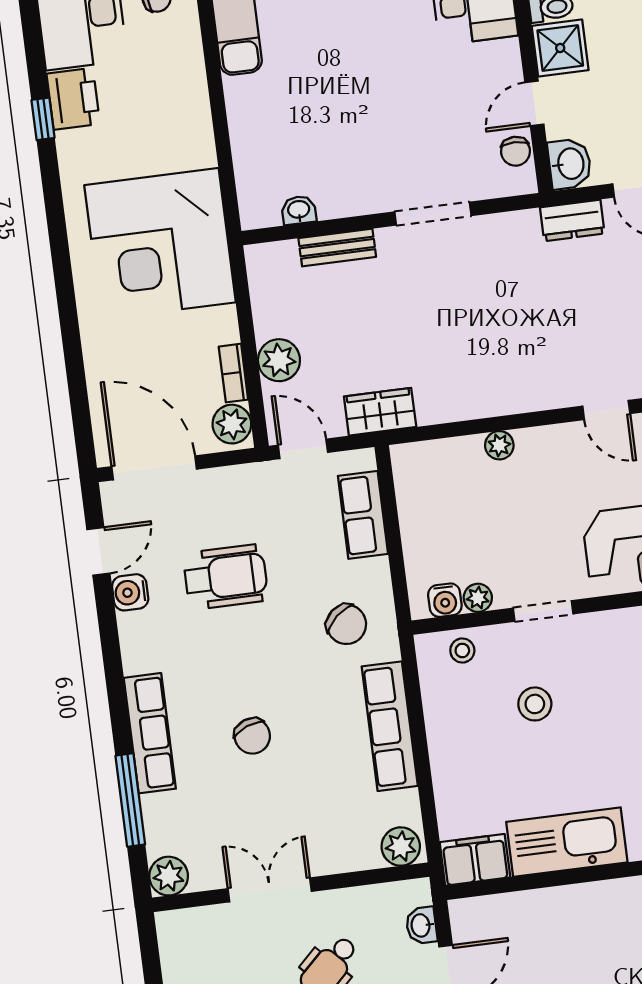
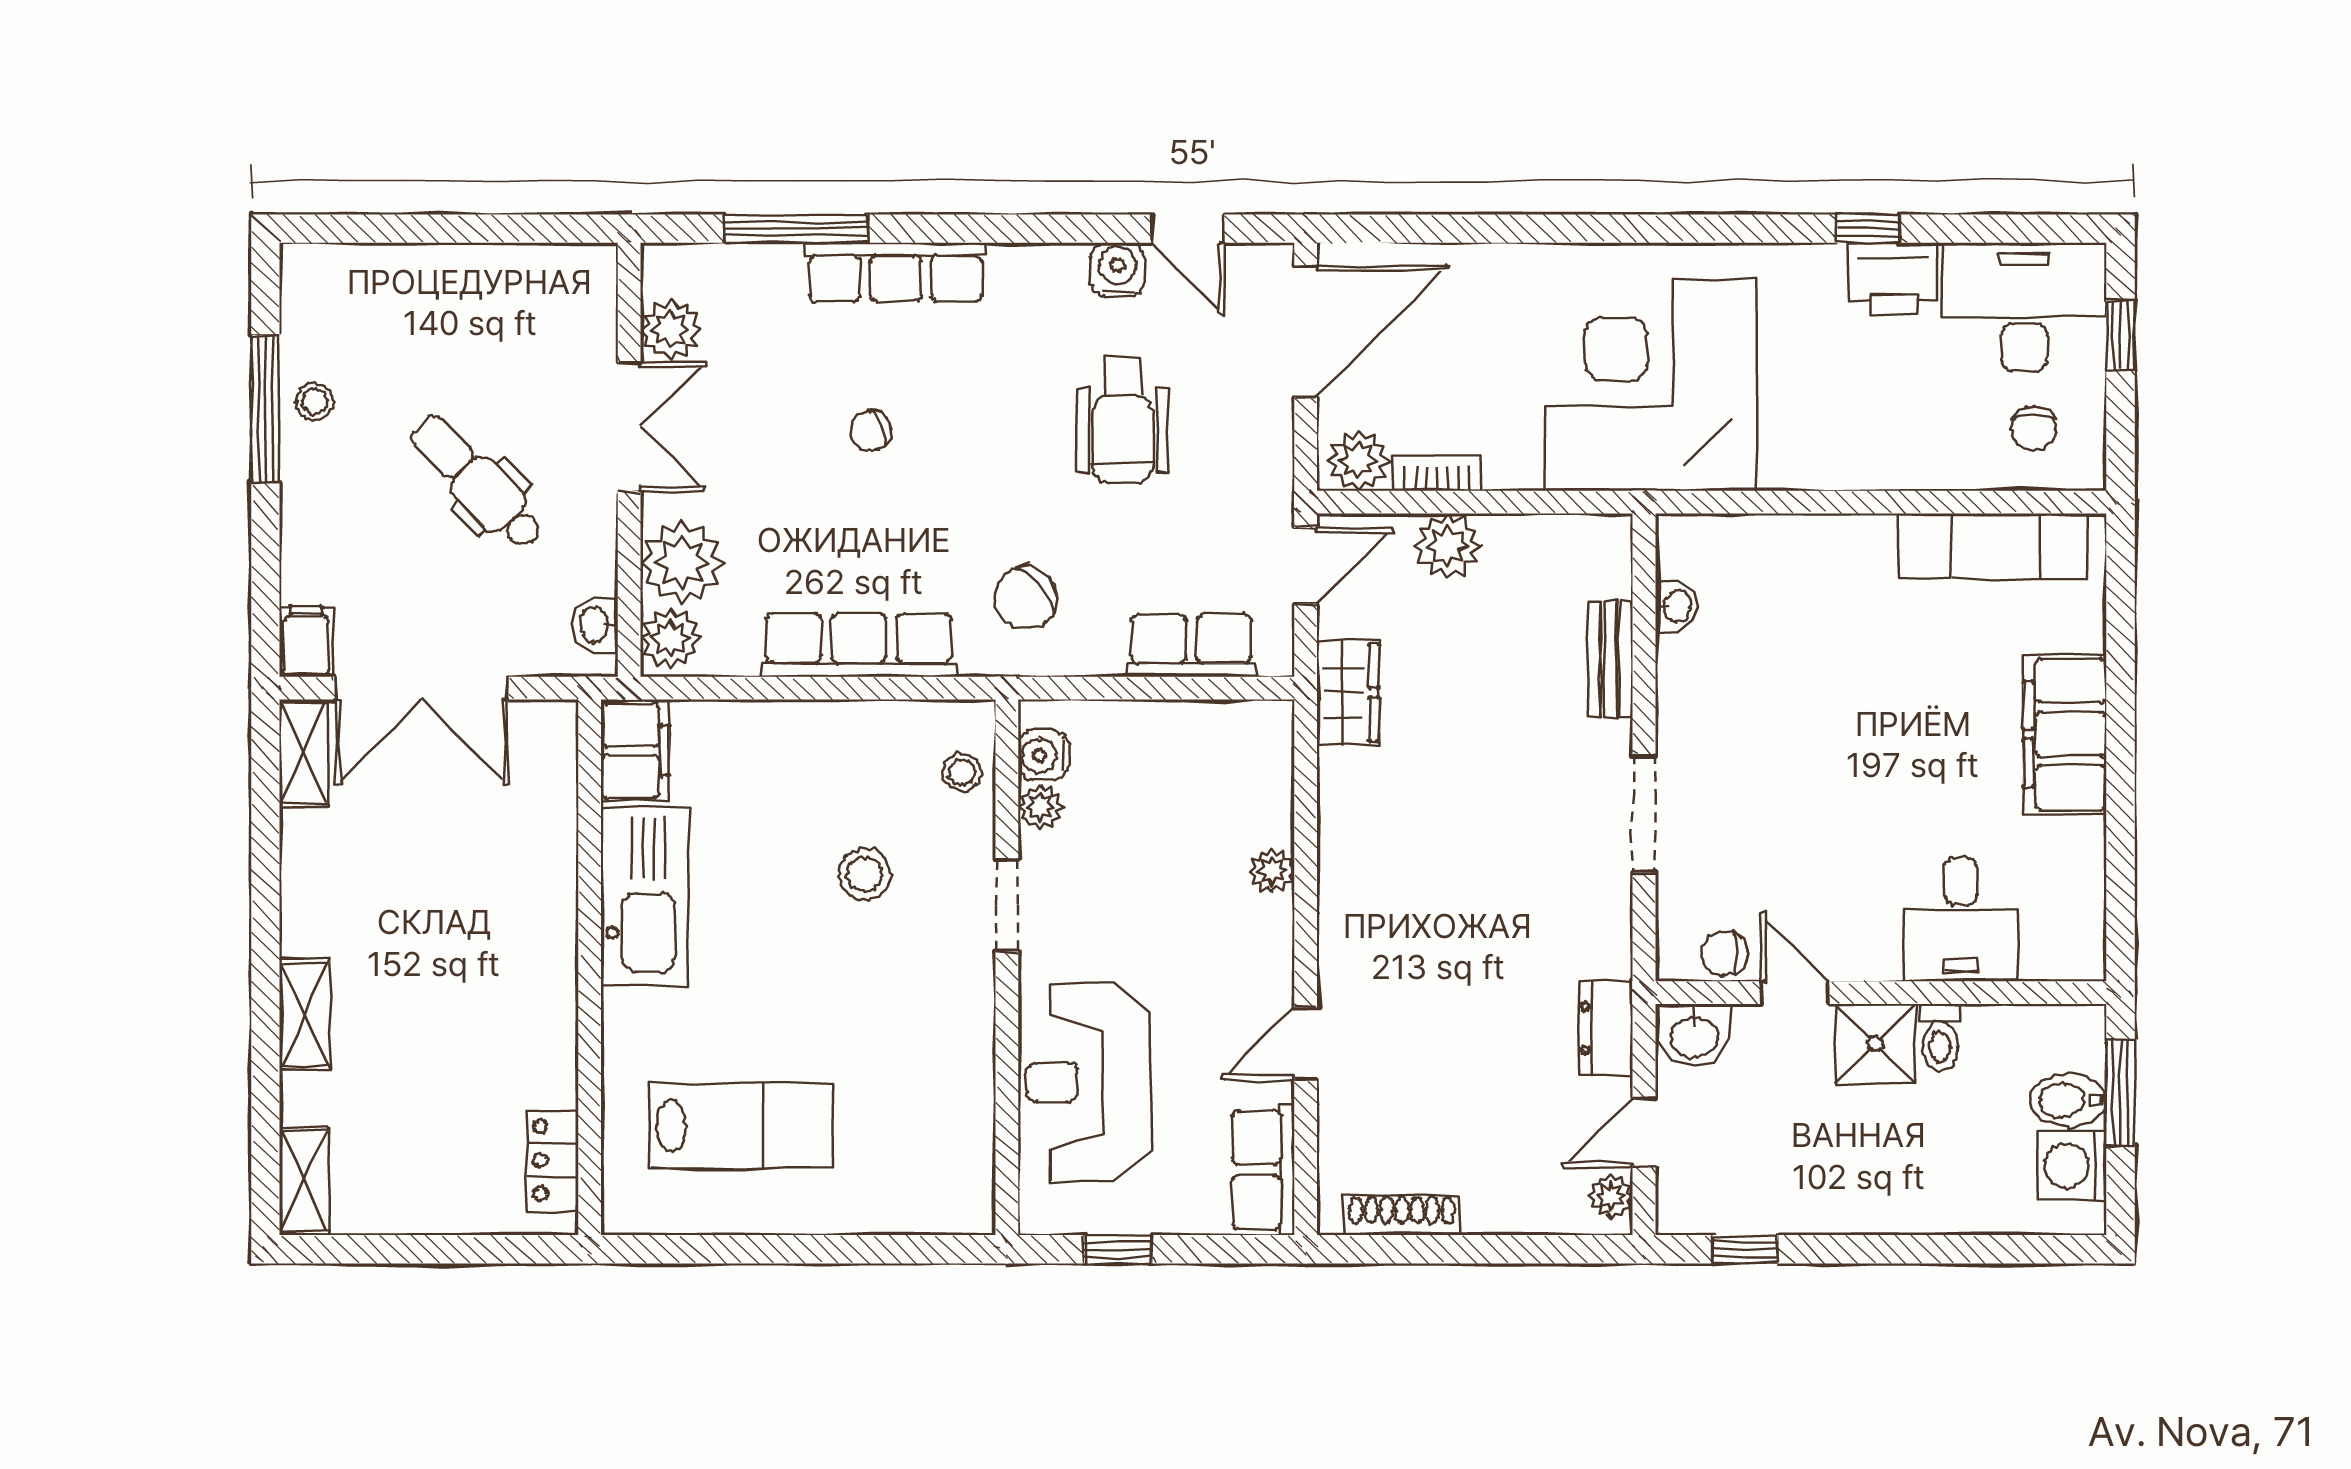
chair: (252, 736) -> (871, 430), width x0.73, depth x0.73
plant: (352, 845) -> (682, 562), added
plant: (169, 876) -> (671, 330), moved
washbasin: (421, 925) -> (596, 625), moved, turned -90

